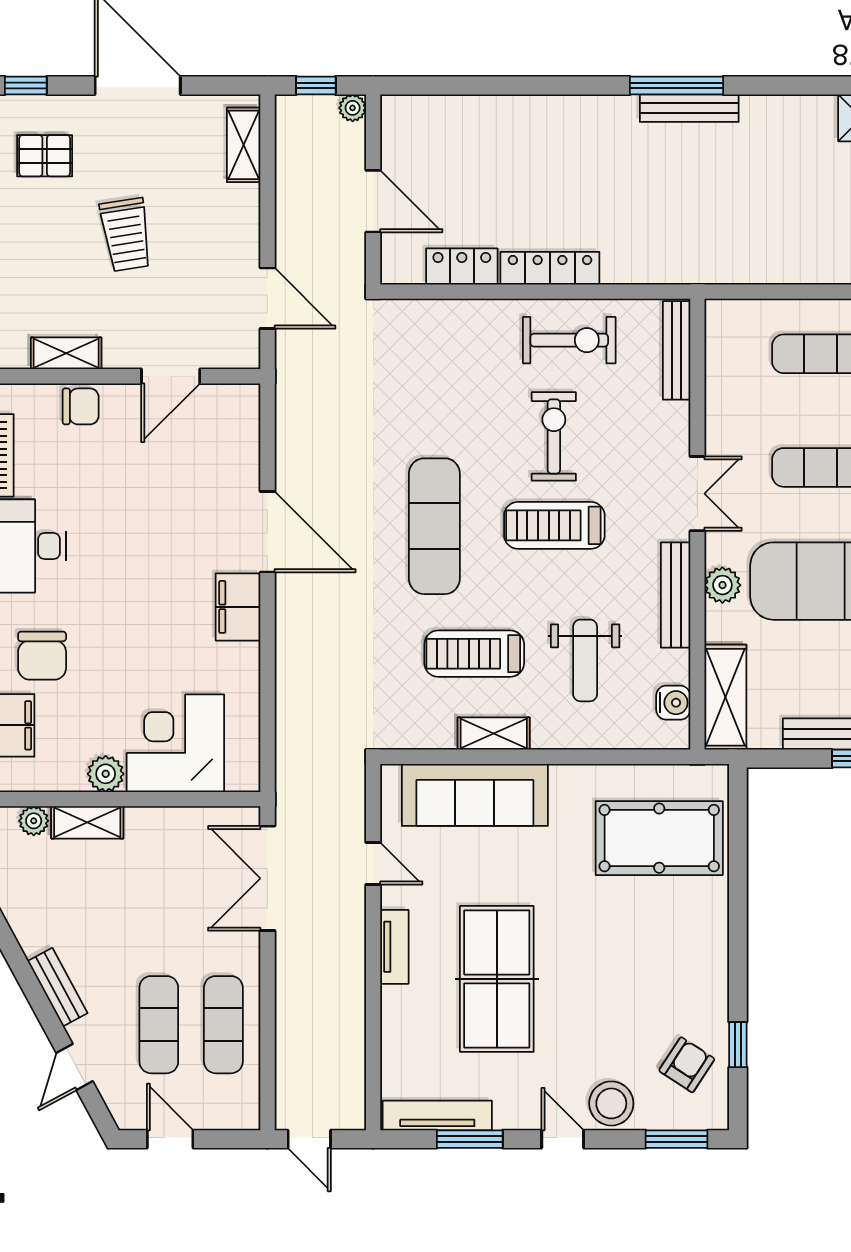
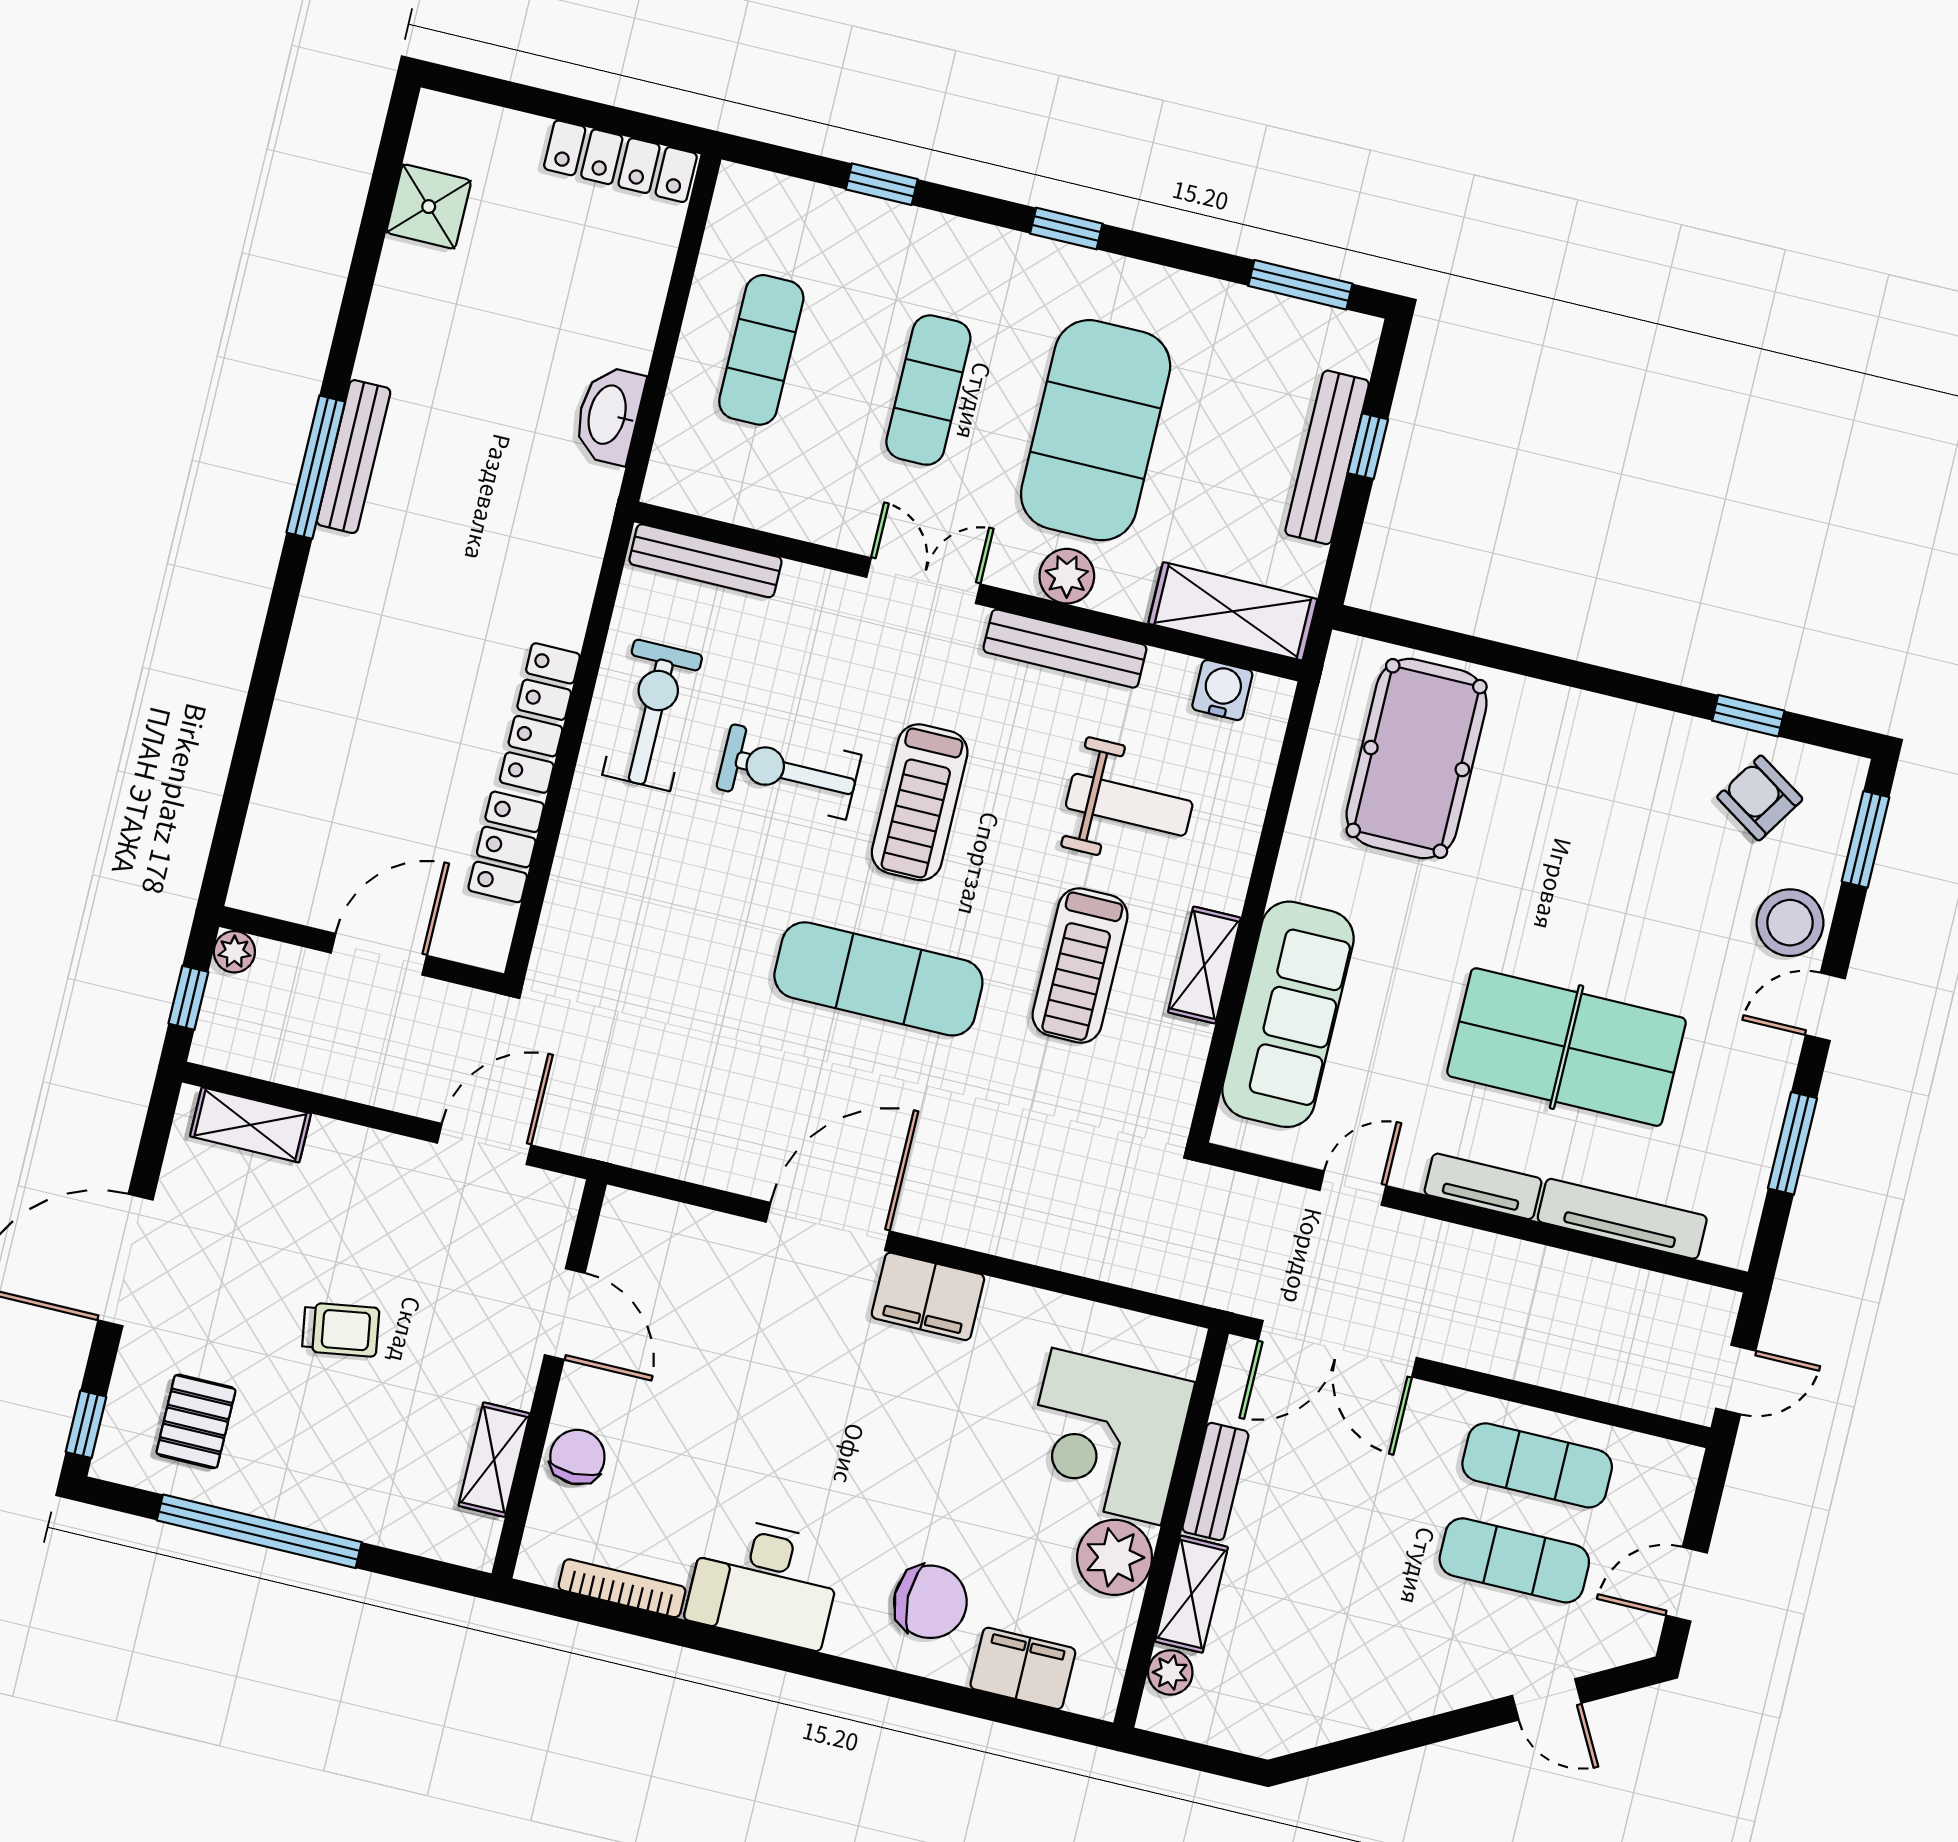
trolley: (126, 235) -> (341, 1330), width x0.73, depth x0.72
washbasin: (755, 266) -> (609, 415), added
plant: (106, 774) -> (1115, 1557), width x1.36, depth x1.36
bench: (58, 987) -> (1215, 1482), moved, turned -62
tv unit: (437, 1116) -> (1622, 1219), moved, turned 90

